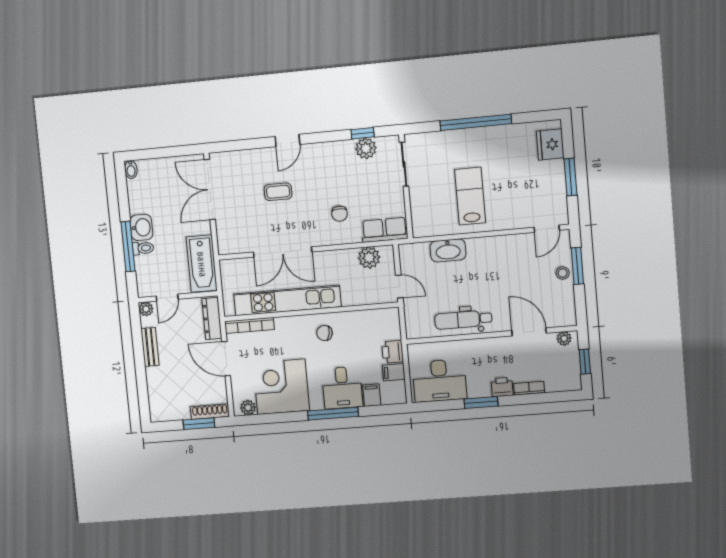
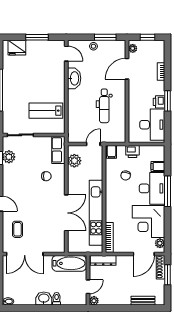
coffee table: (278, 192) -> (18, 229), moved
lab bench: (470, 196) -> (46, 111), moved
window: (128, 246) -> (55, 308), removed
washbasin: (448, 250) -> (74, 78), moved
window: (577, 266) -> (105, 37), moved
door: (167, 298) -> (88, 287), hinge flipped
dental chair: (463, 320) -> (104, 106), moved
chair: (324, 333) -> (126, 175), moved
bench: (150, 347) -> (143, 301), moved
door: (226, 359) -> (144, 254), moved
filing cabinet: (394, 372) -> (112, 152), moved
printer: (502, 387) -> (159, 102), moved
desk: (342, 388) -> (152, 188), width x1.37

